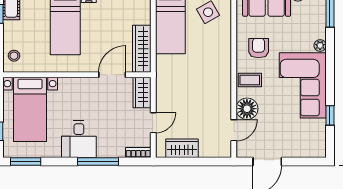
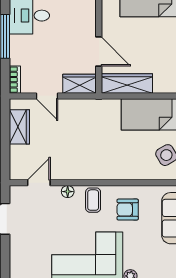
armchair: (259, 48) -> (128, 210), turned 180
floor lamp: (247, 109) -> (68, 192), width x0.53, depth x0.53
door: (234, 130) -> (39, 183), swing flipped

